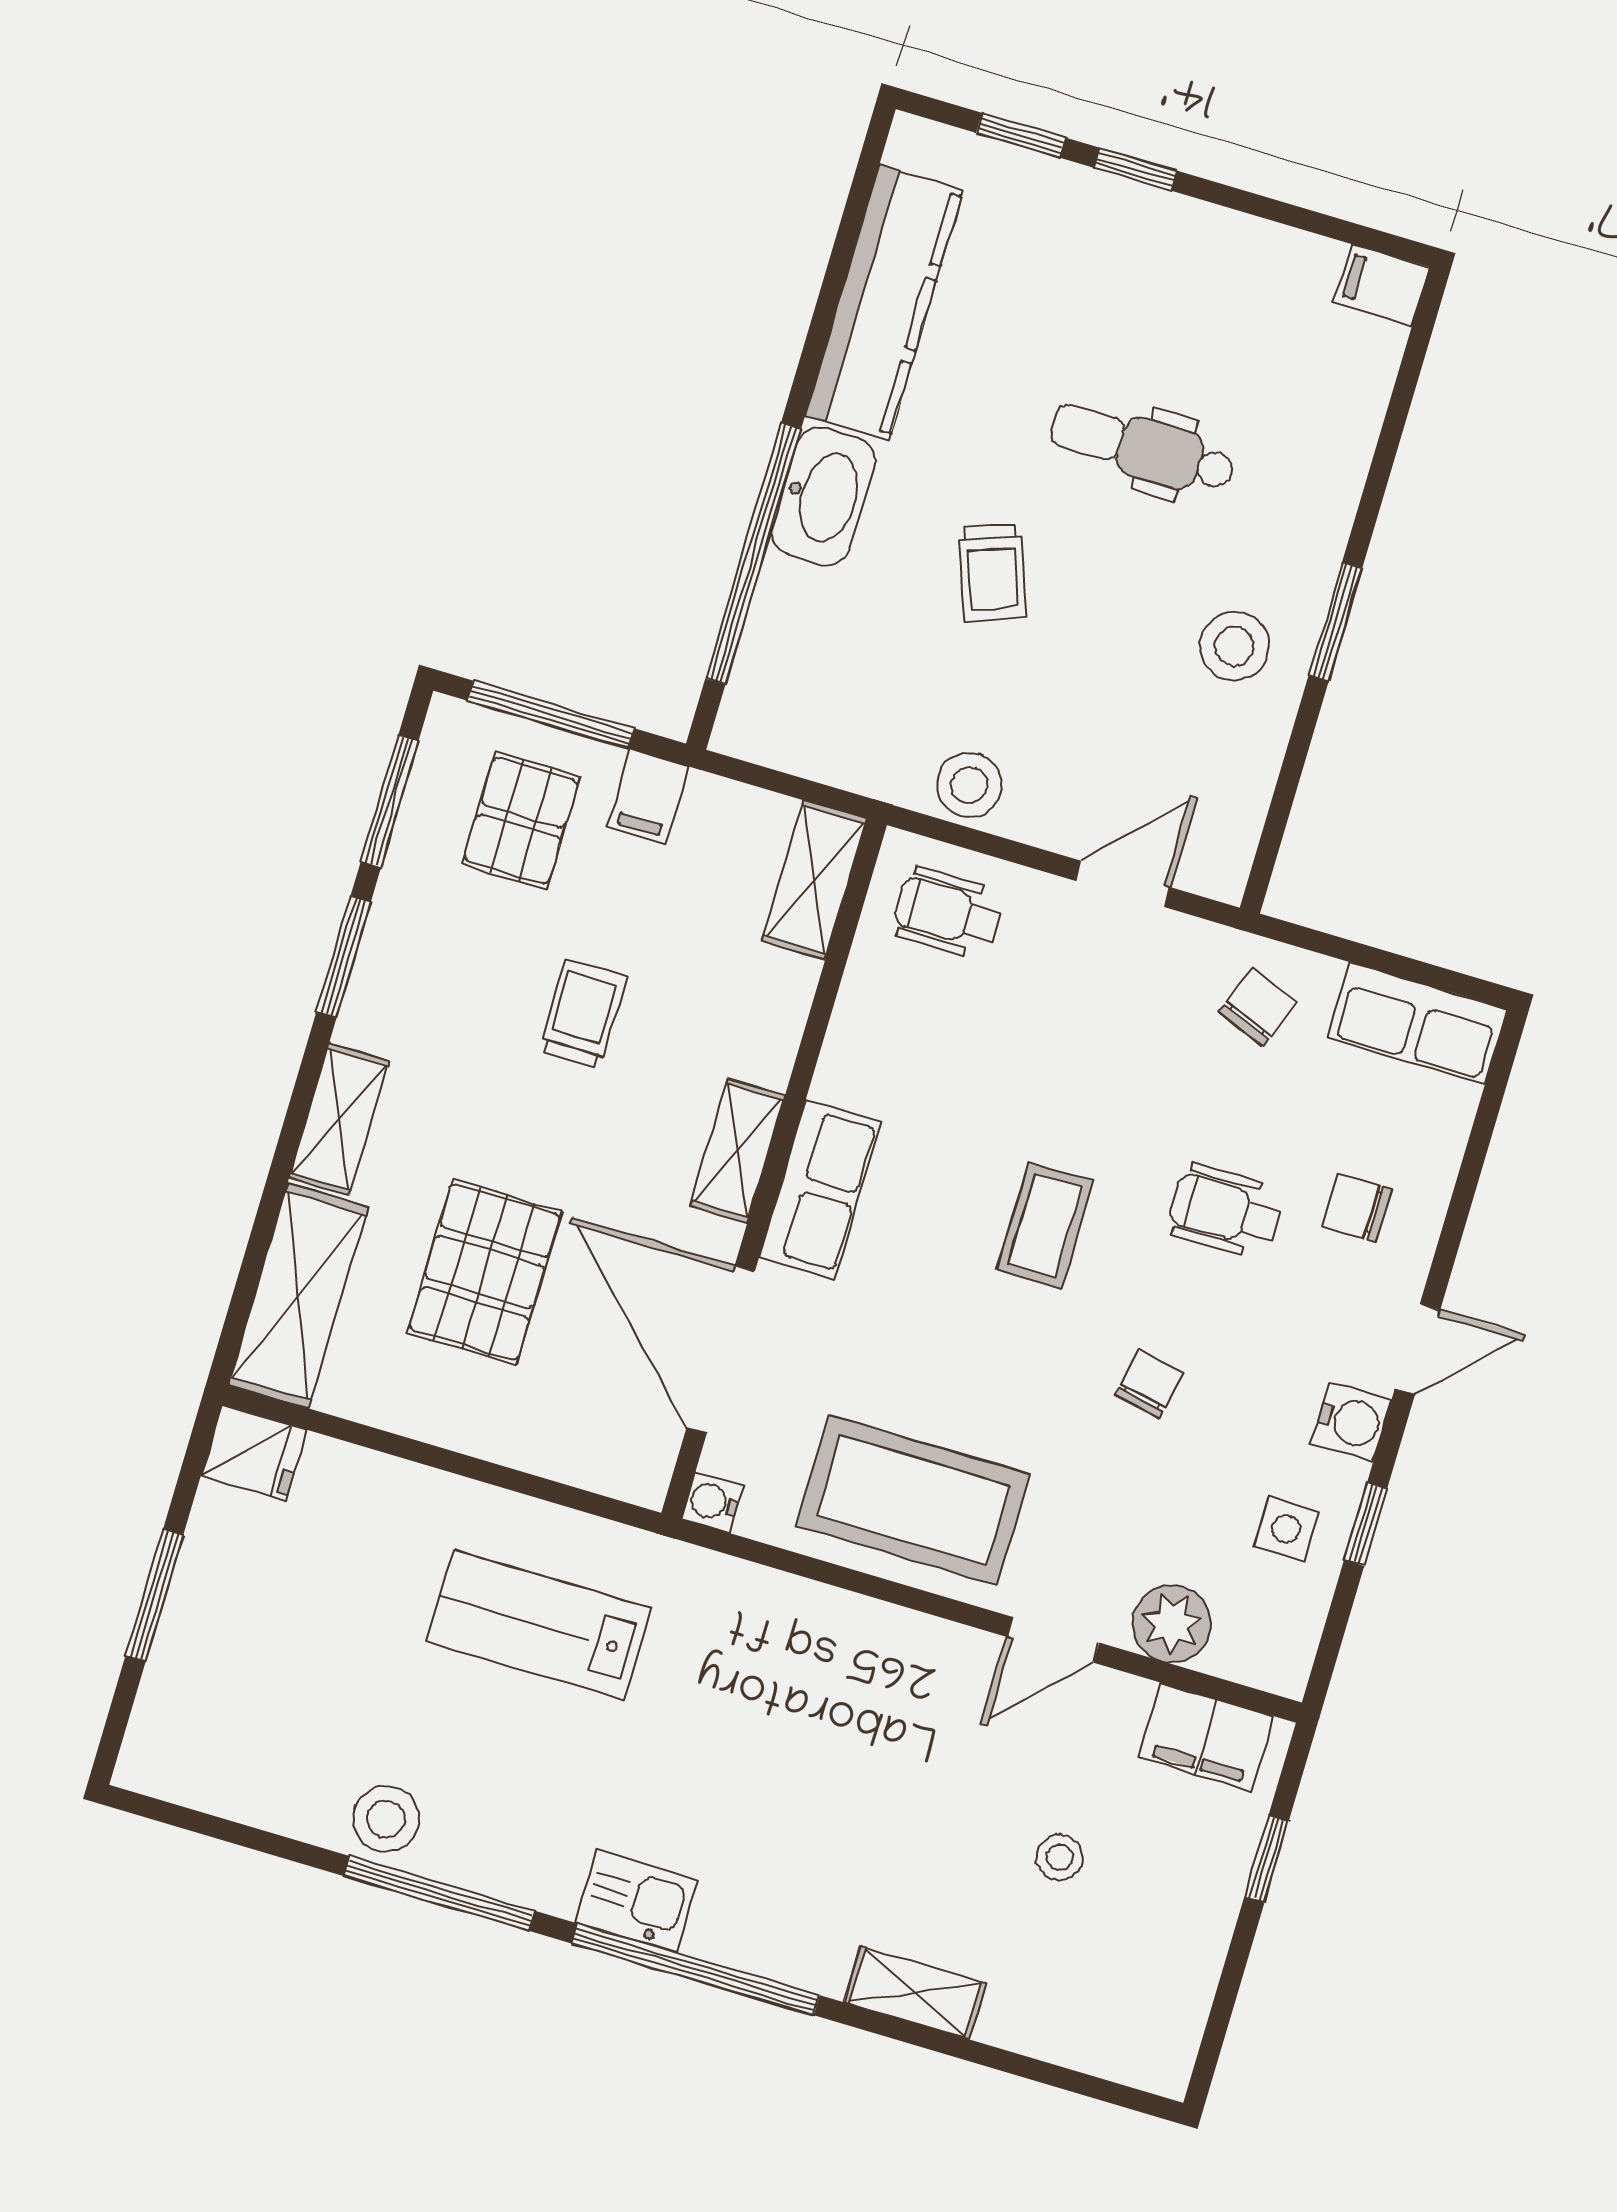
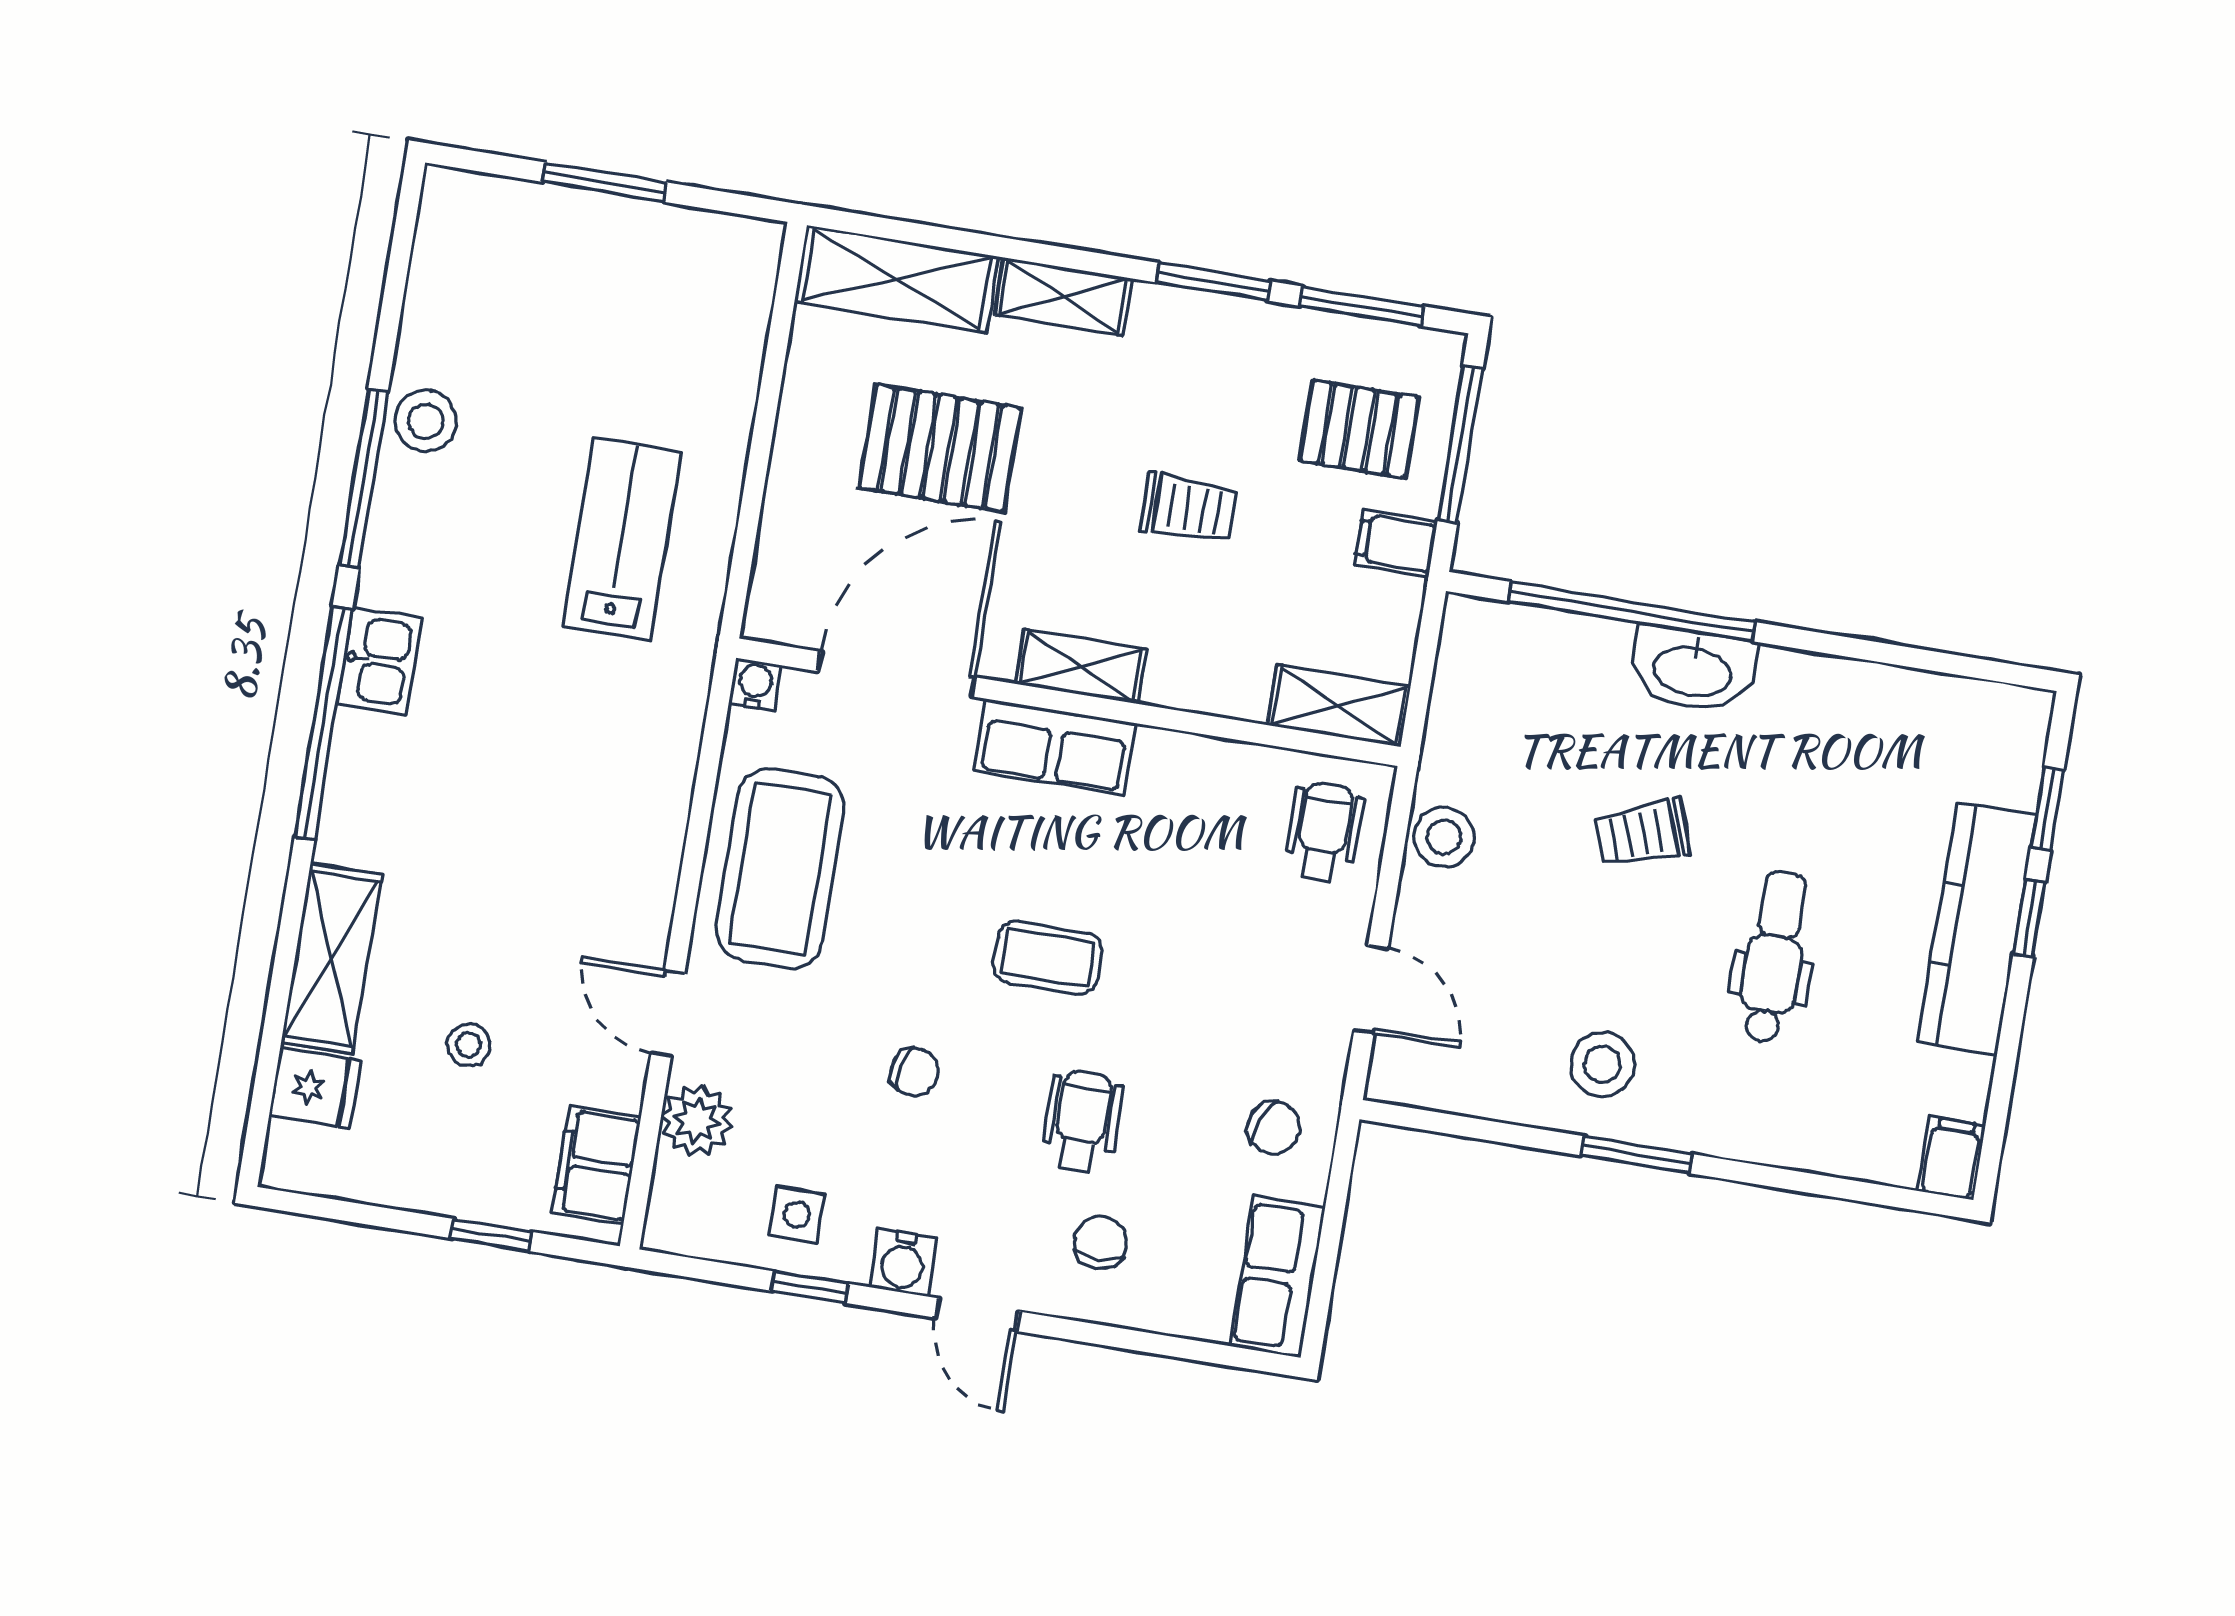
kitchen counter: (884, 303) -> (1977, 929), moved, turned 90
fridge: (254, 1453) -> (315, 1088), moved, turned -90
shelving: (915, 1993) -> (331, 959), width x1.50, depth x1.33

